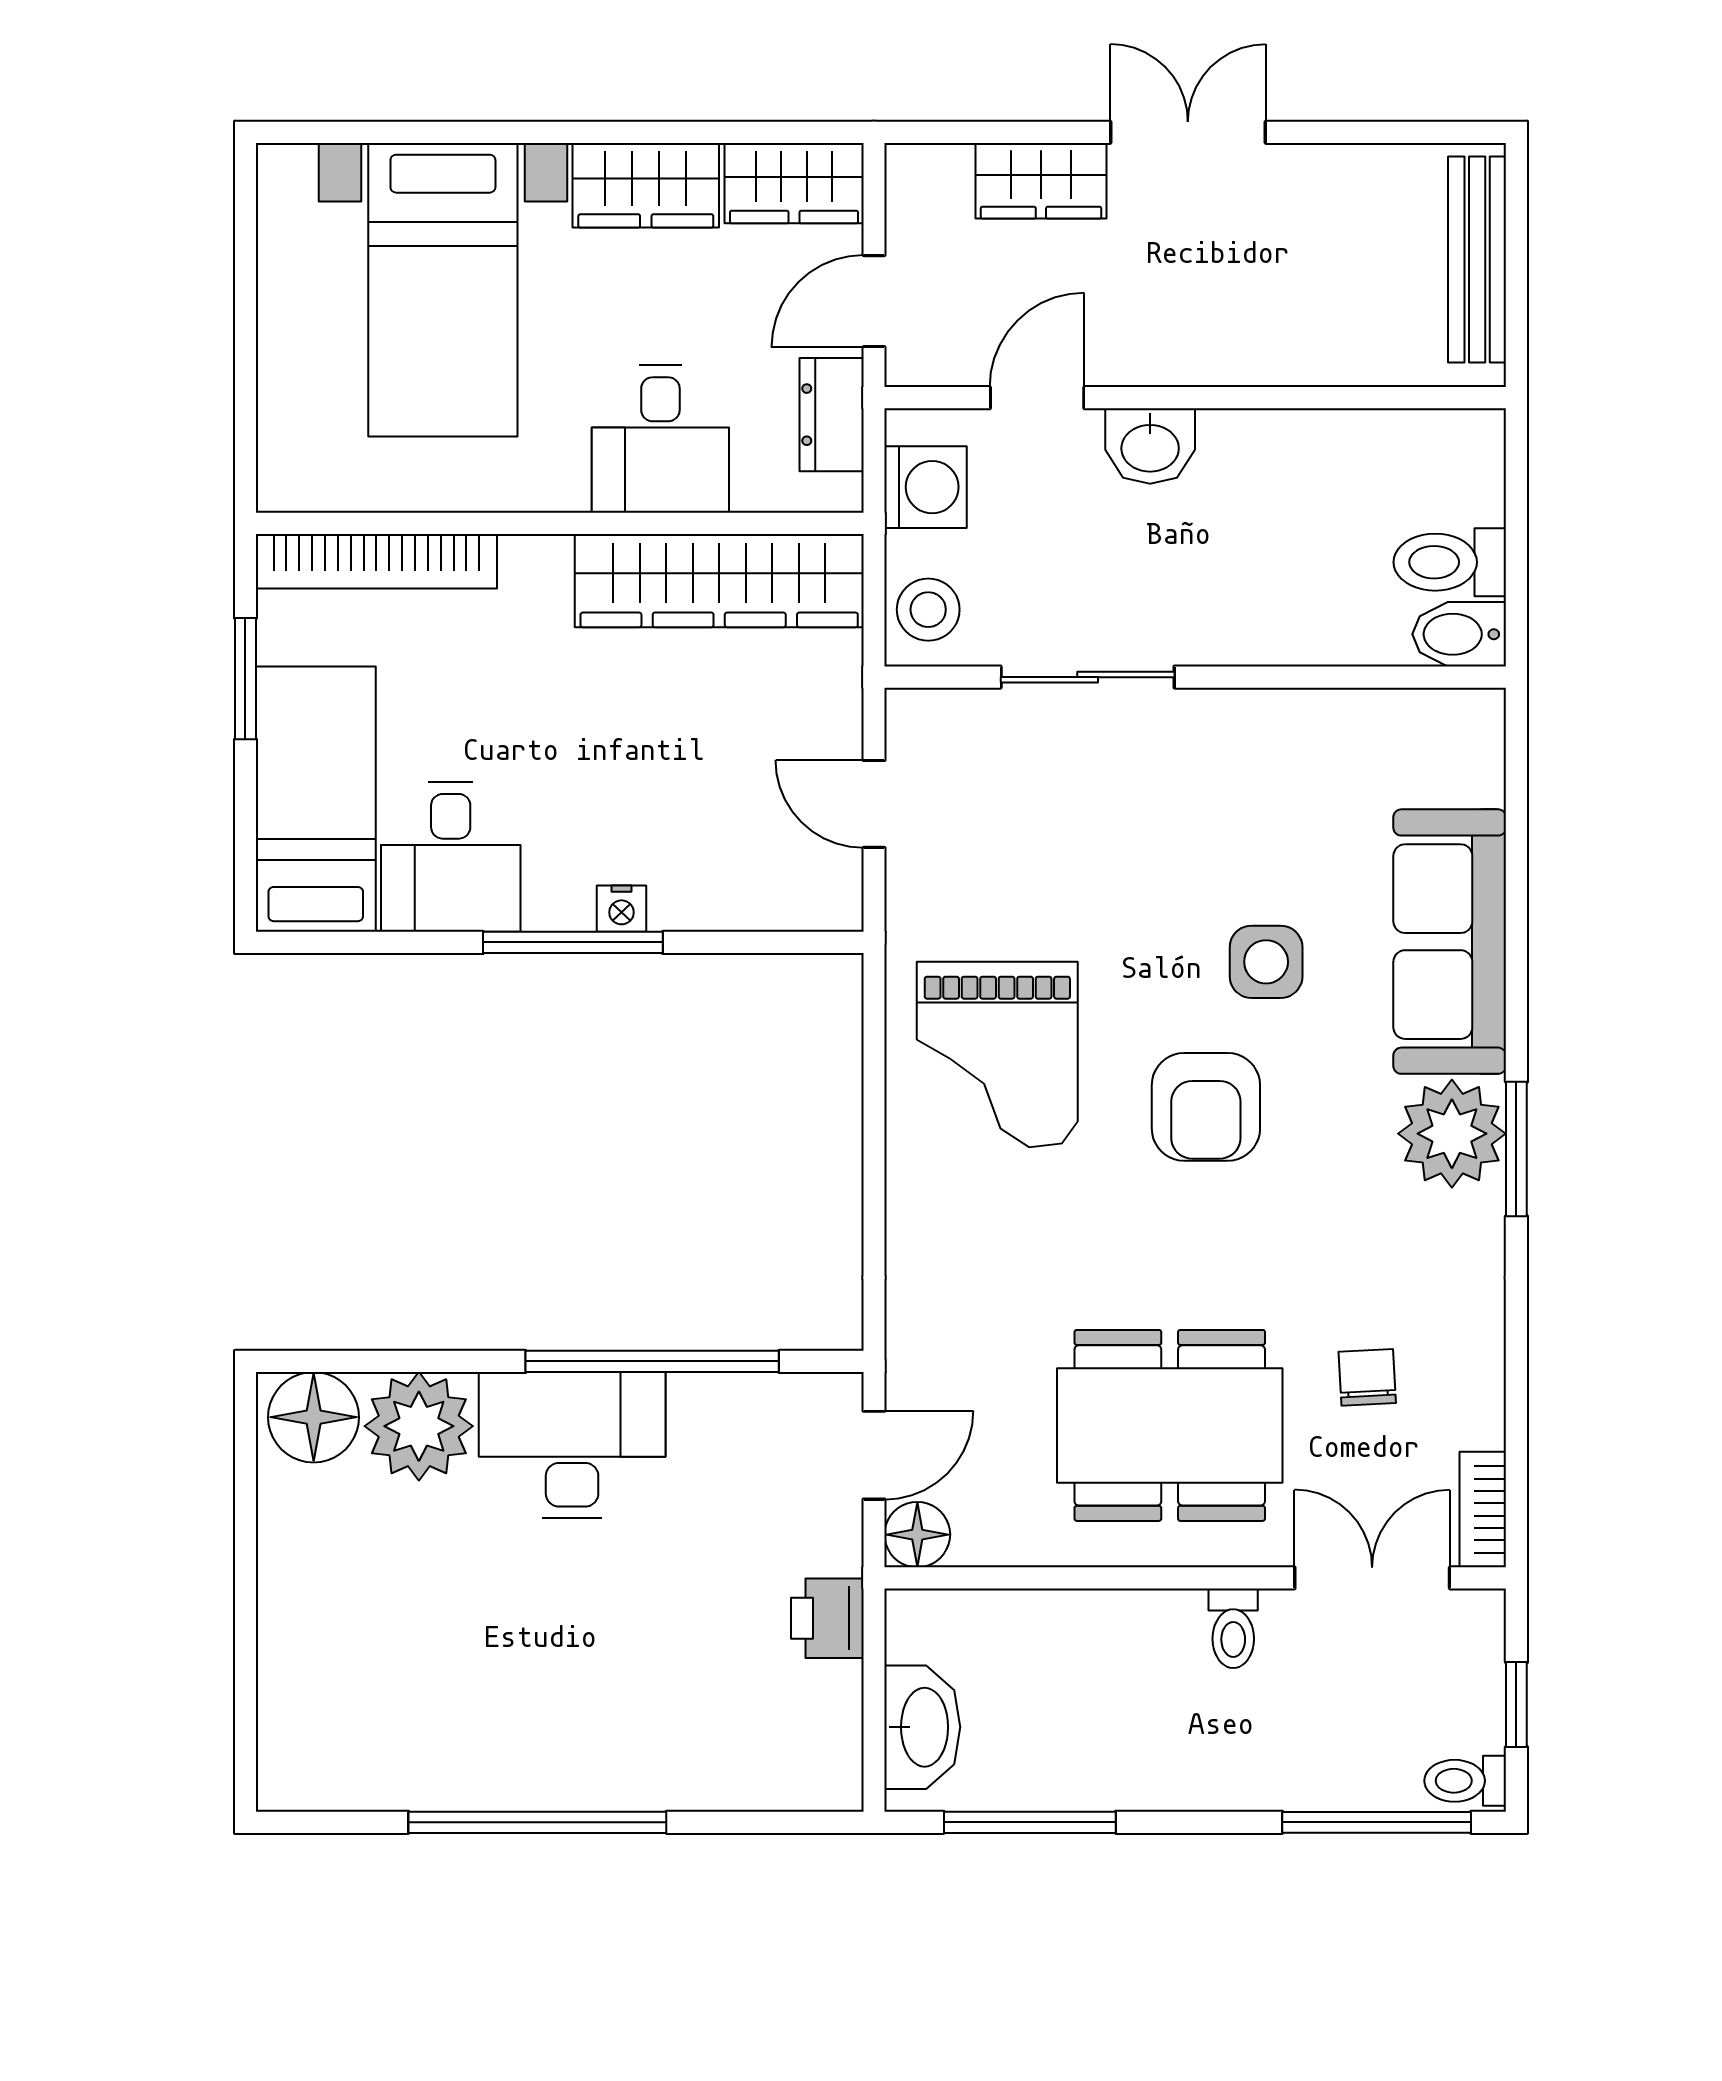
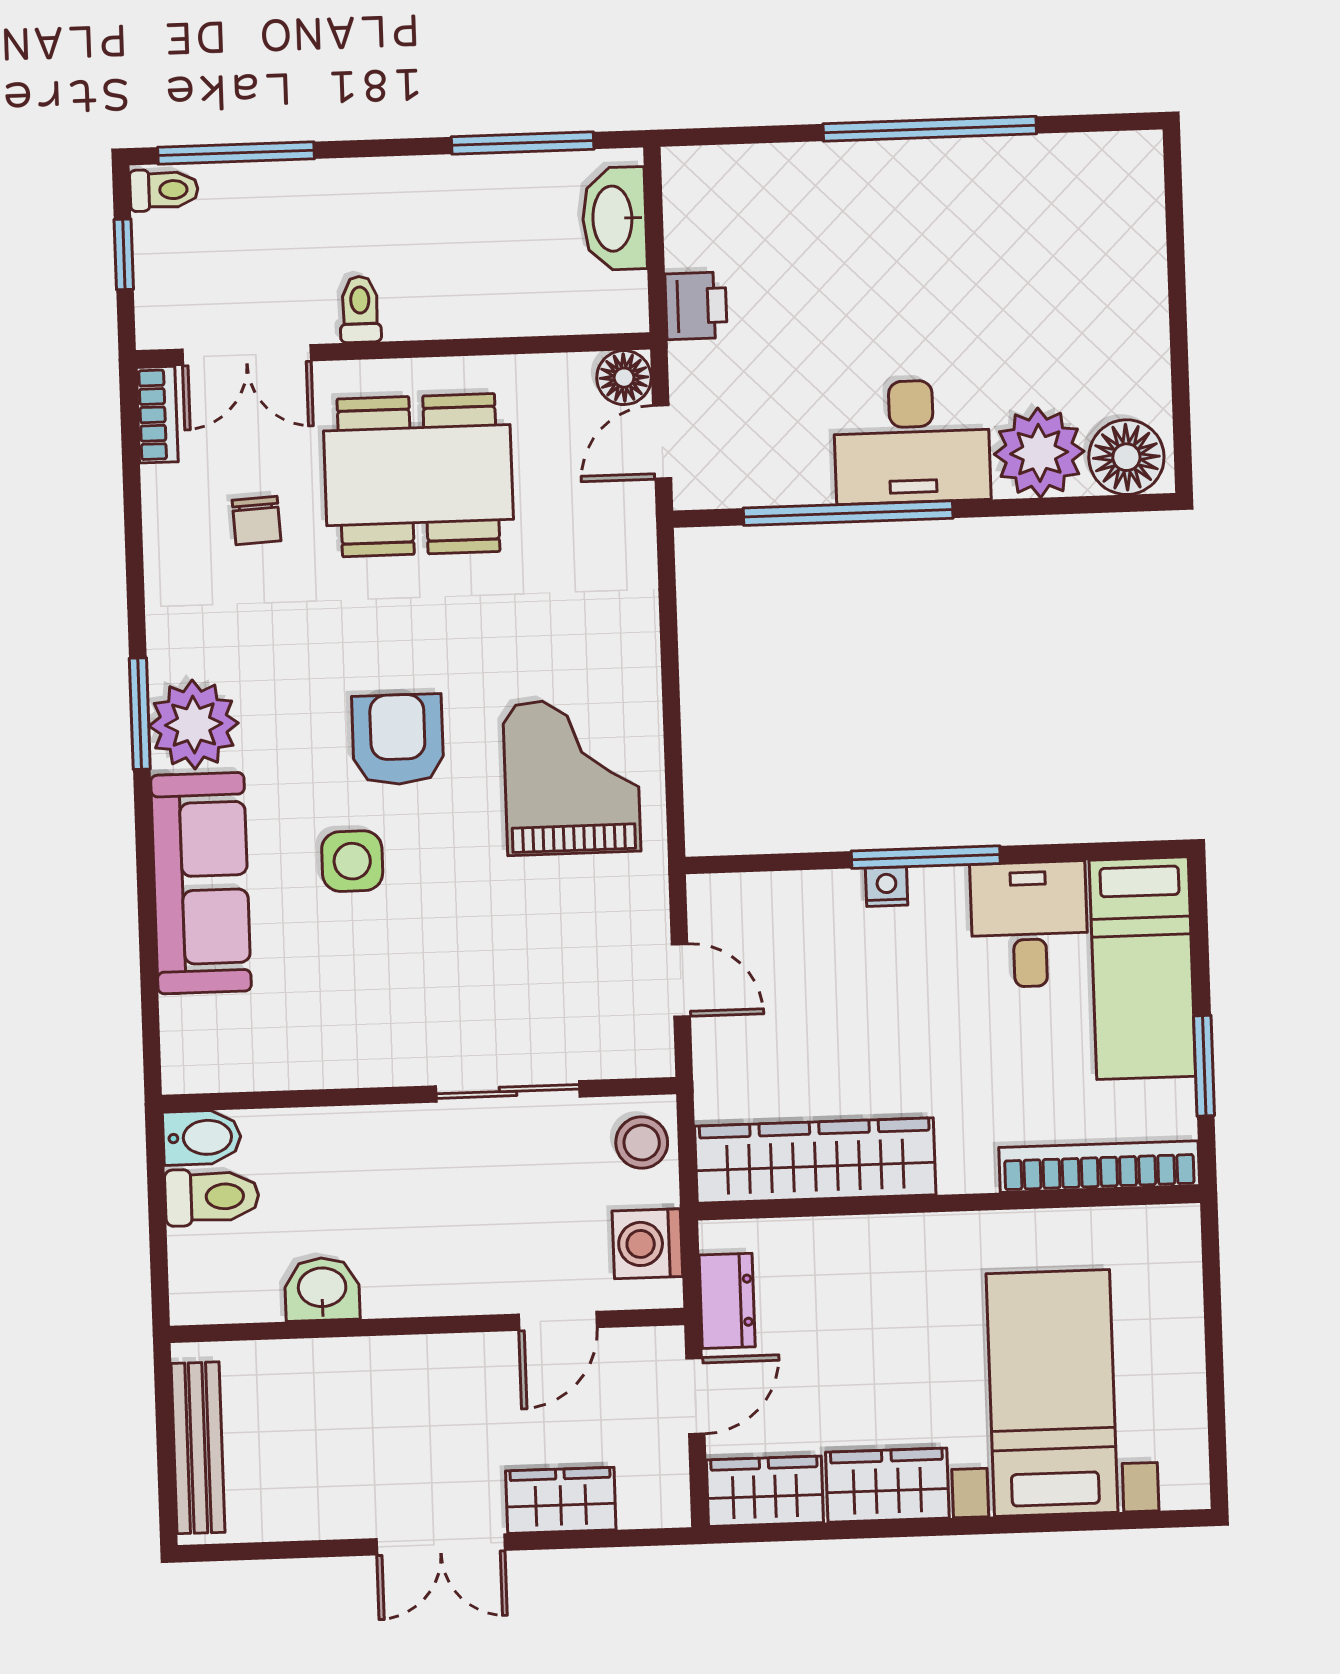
desk: (660, 439) -> (868, 1276), removed
washbasin: (1150, 446) -> (322, 1289), moved

